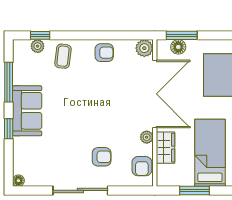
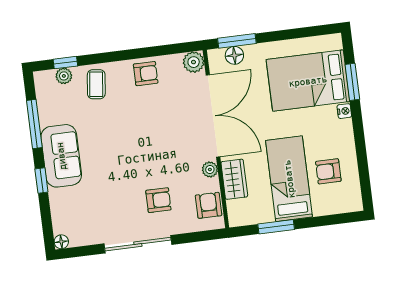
armchair: (142, 166) -> (209, 205), turned 180

